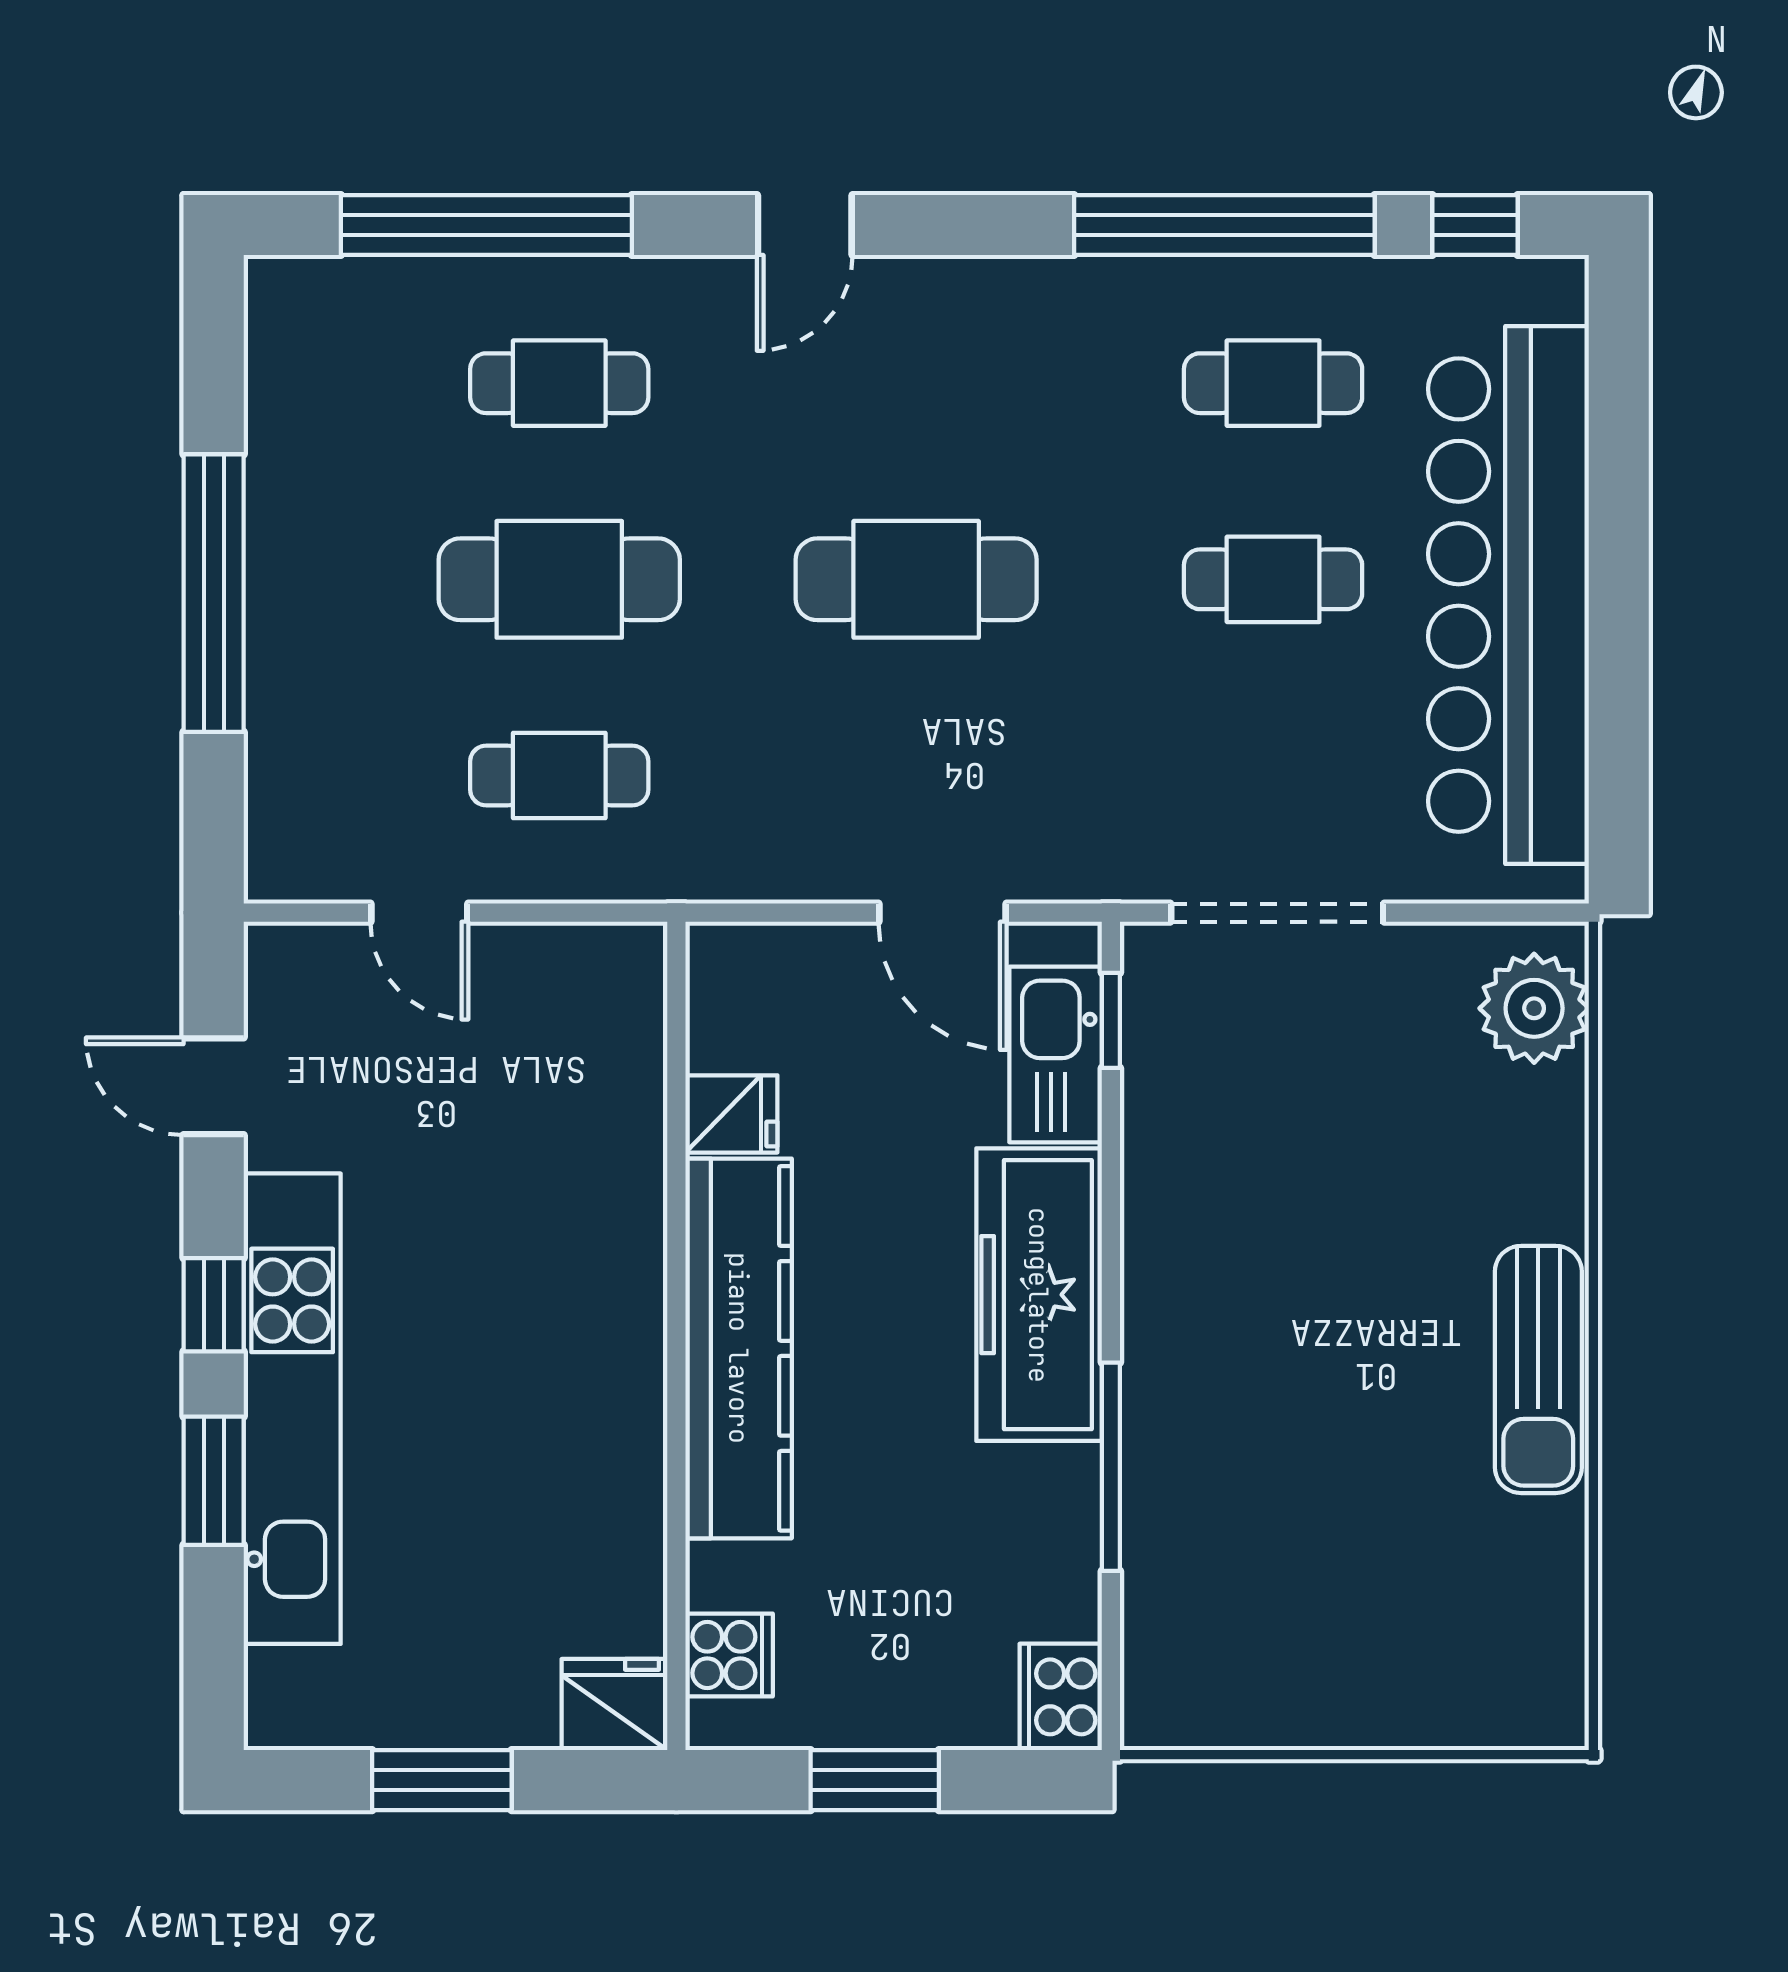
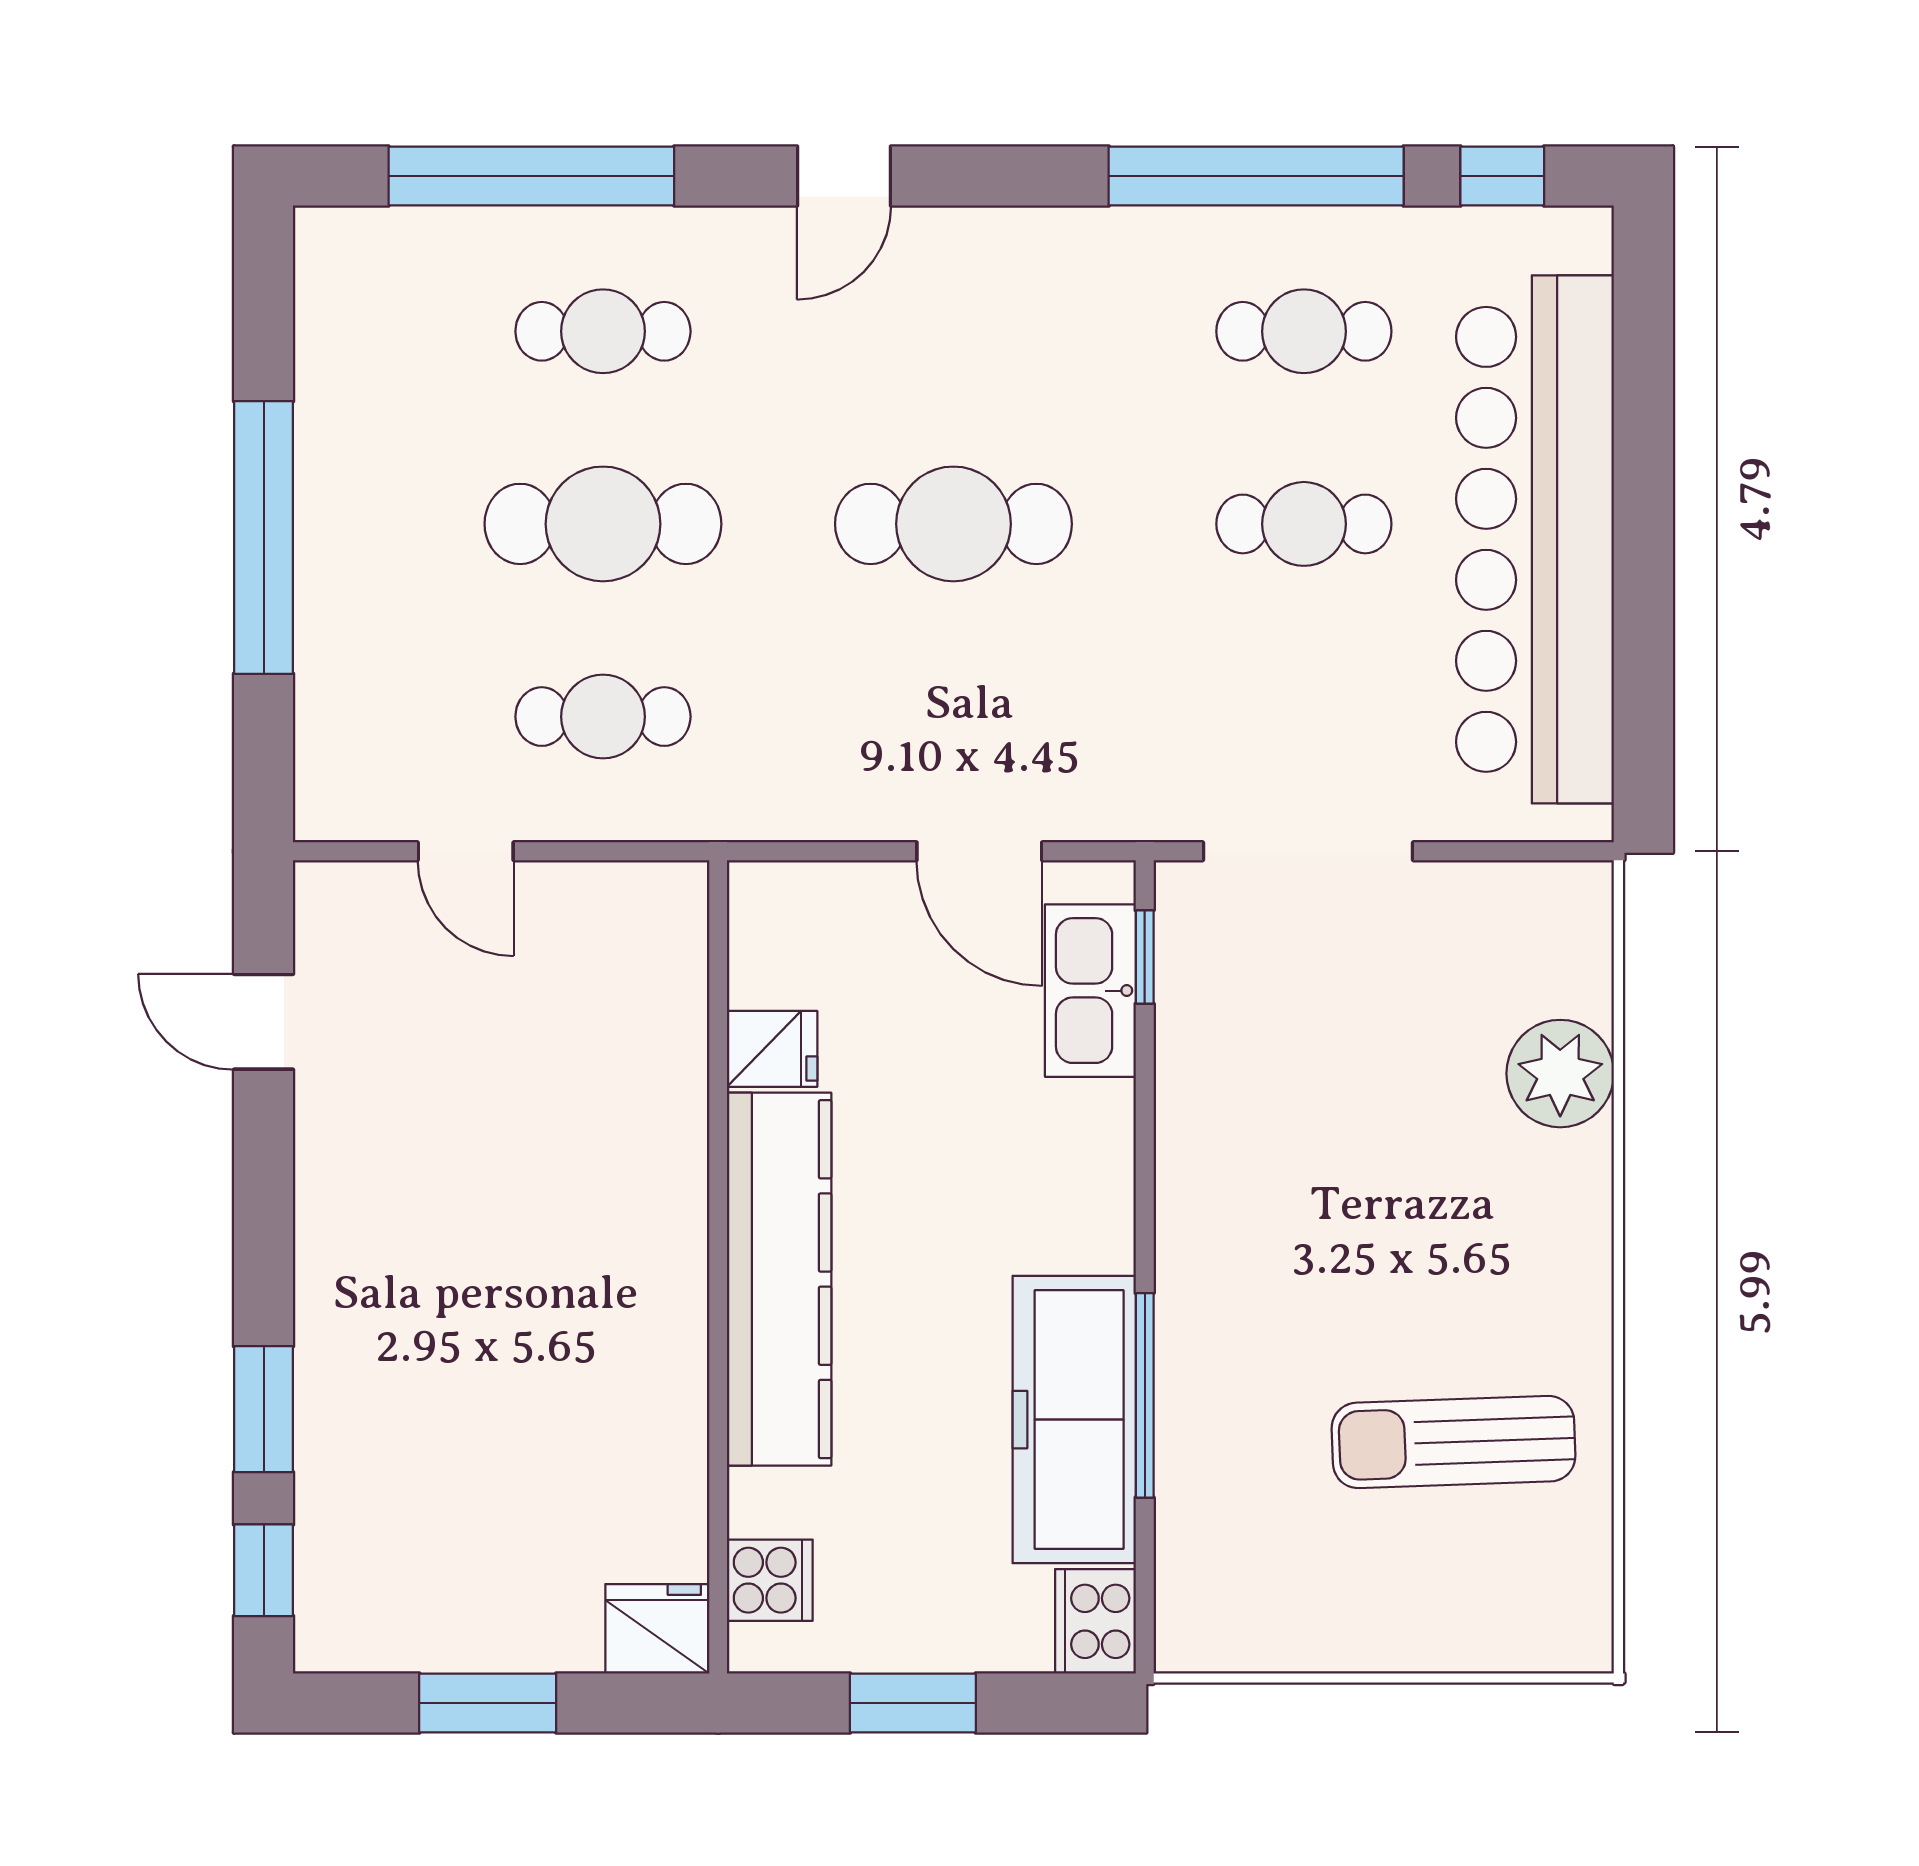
plant: (1534, 1008) -> (1560, 1074), moved
freezer: (1039, 1295) -> (1074, 1420), moved
window: (214, 1305) -> (264, 1570), moved
sun lounger: (1538, 1369) -> (1454, 1442), moved, turned 88
kitchen unit: (292, 1409) -> (341, 1338), removed

